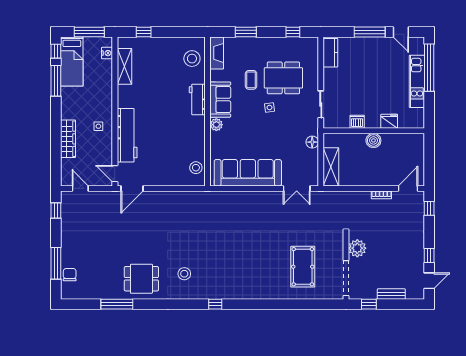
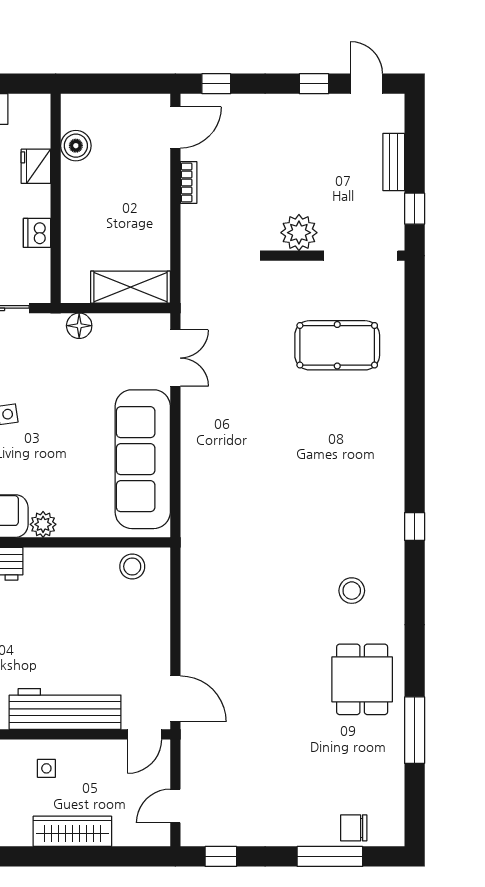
boiler: (373, 140) -> (76, 146), moved
door: (408, 188) -> (175, 127), swing flipped

